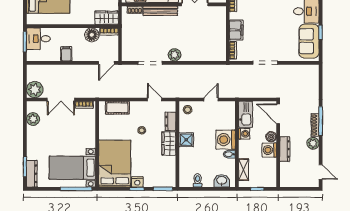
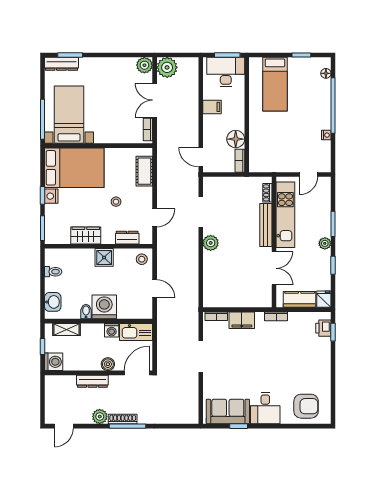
wardrobe: (107, 18) -> (257, 158), removed
desk: (38, 39) -> (226, 72), width x1.37
plant: (33, 119) -> (144, 65), moved
wardrobe: (169, 143) -> (86, 236), moved
washing machine: (269, 150) -> (54, 362), moved, turned 90

